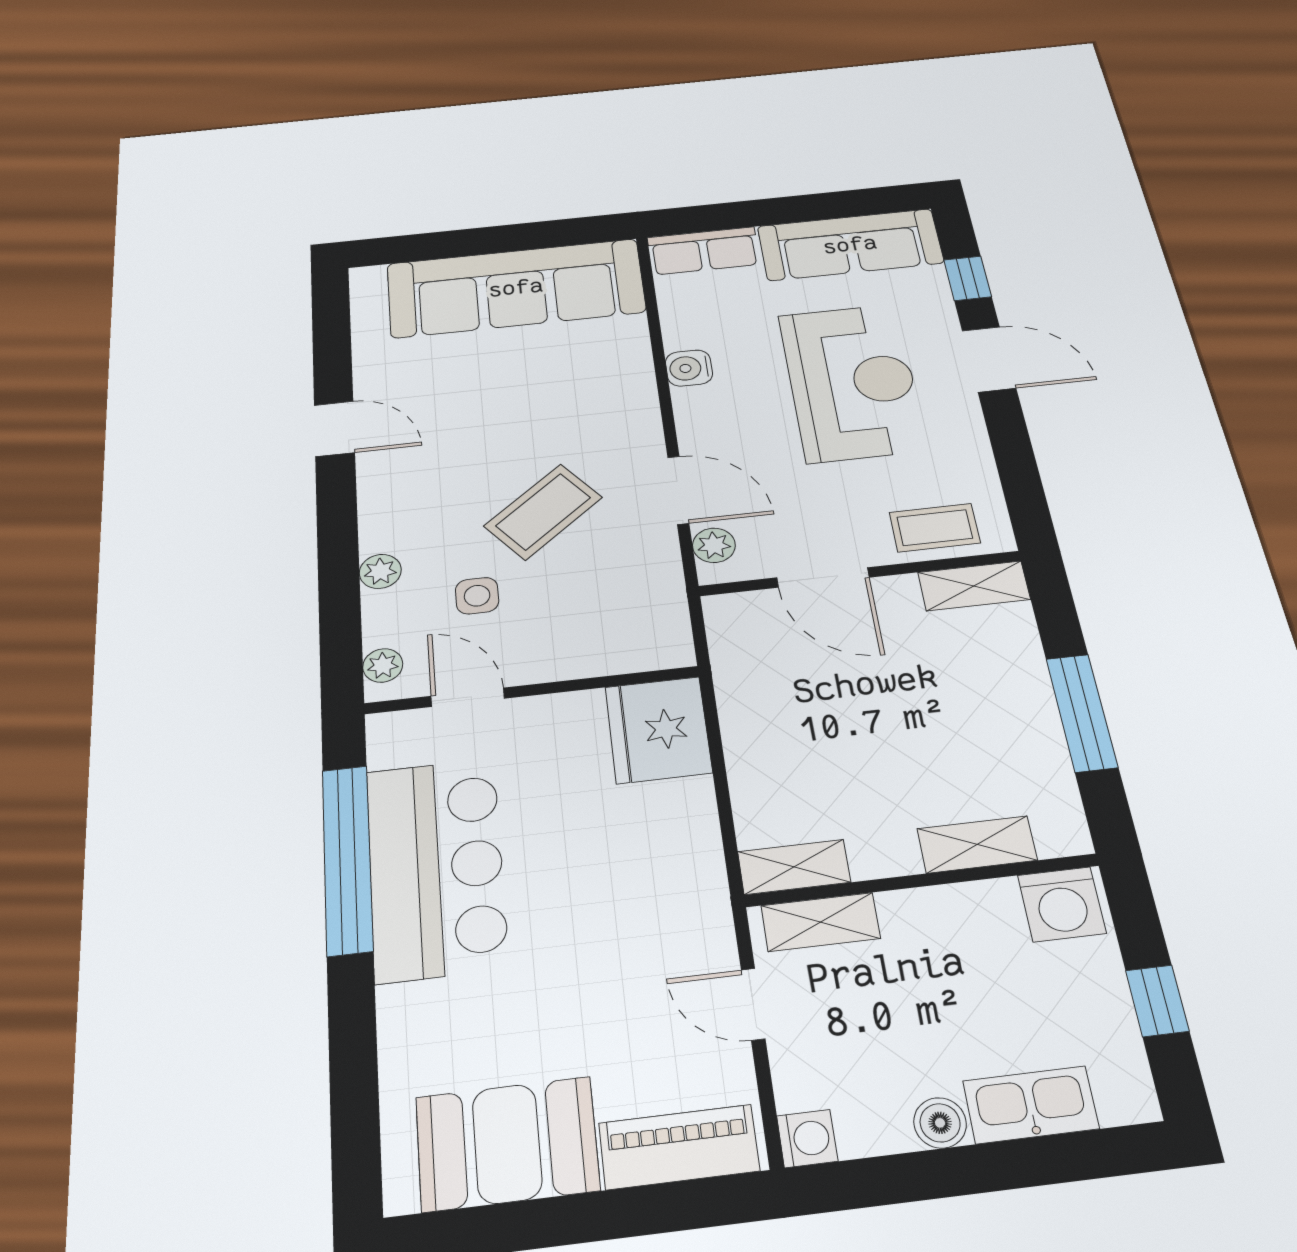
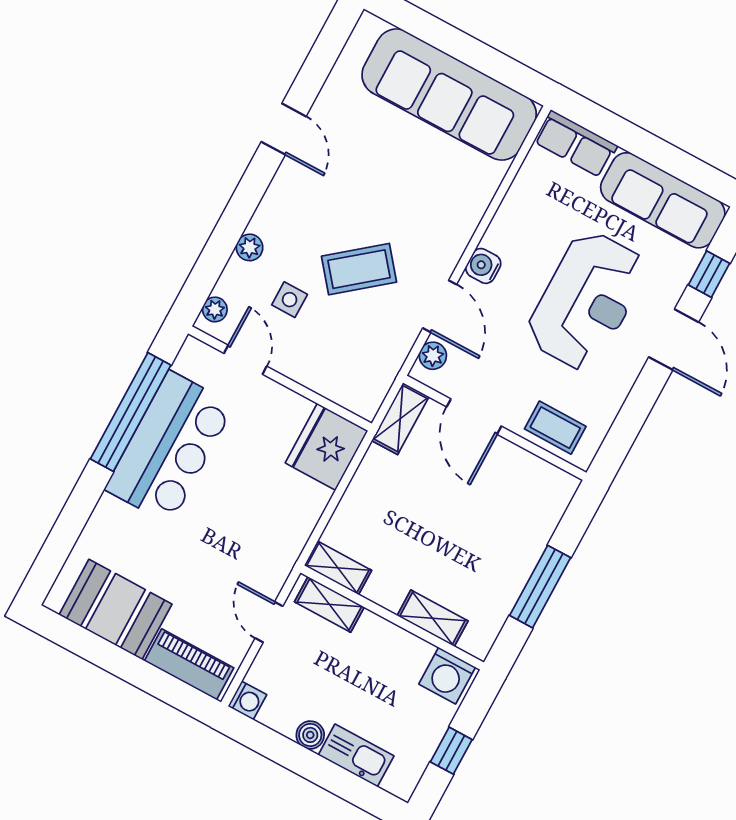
water cooler: (689, 368) -> (483, 266), moved
shelving: (974, 586) -> (400, 419), moved, turned 90

